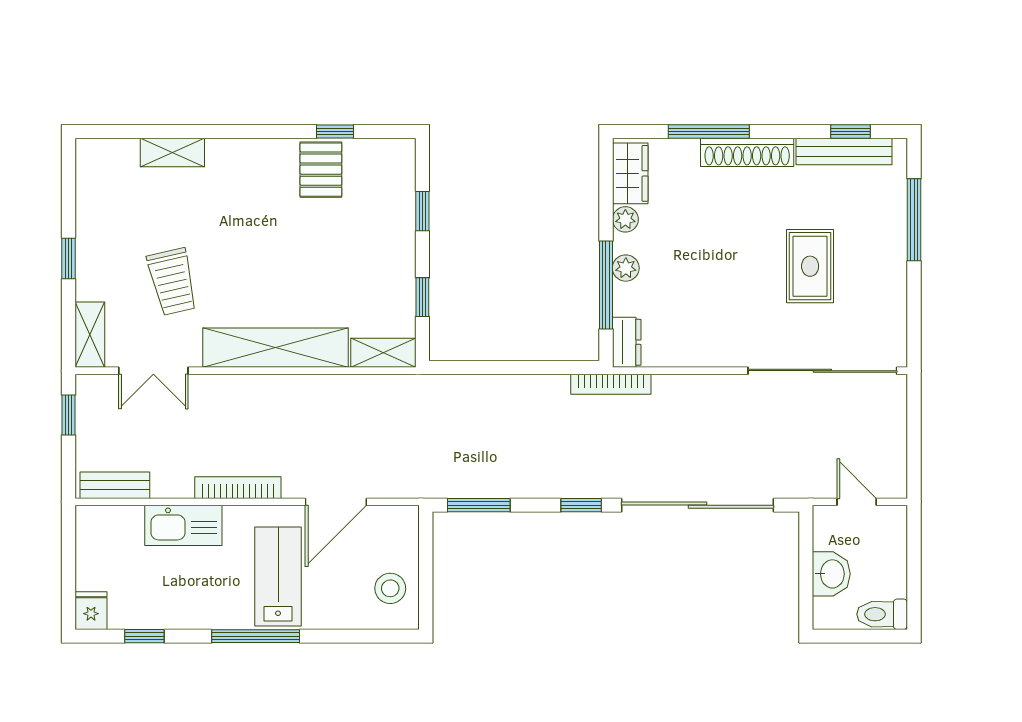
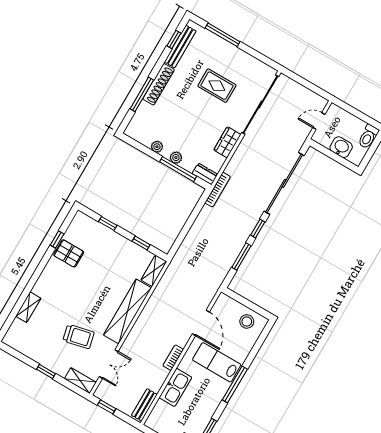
wardrobe: (630, 173) -> (227, 142), moved, turned -90
bookcase: (238, 488) -> (173, 358), width x0.64
window: (479, 505) -> (241, 256), moved

